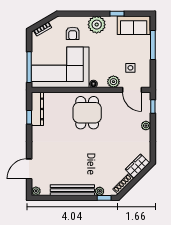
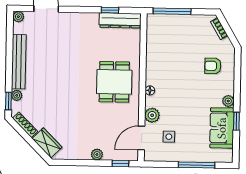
plant: (97, 25) -> (228, 101), width x0.53, depth x0.53
sofa: (134, 25) -> (222, 128), moved
corner sofa: (60, 67) -> (171, 50), removed
dining table: (87, 113) -> (114, 82), turned 90

